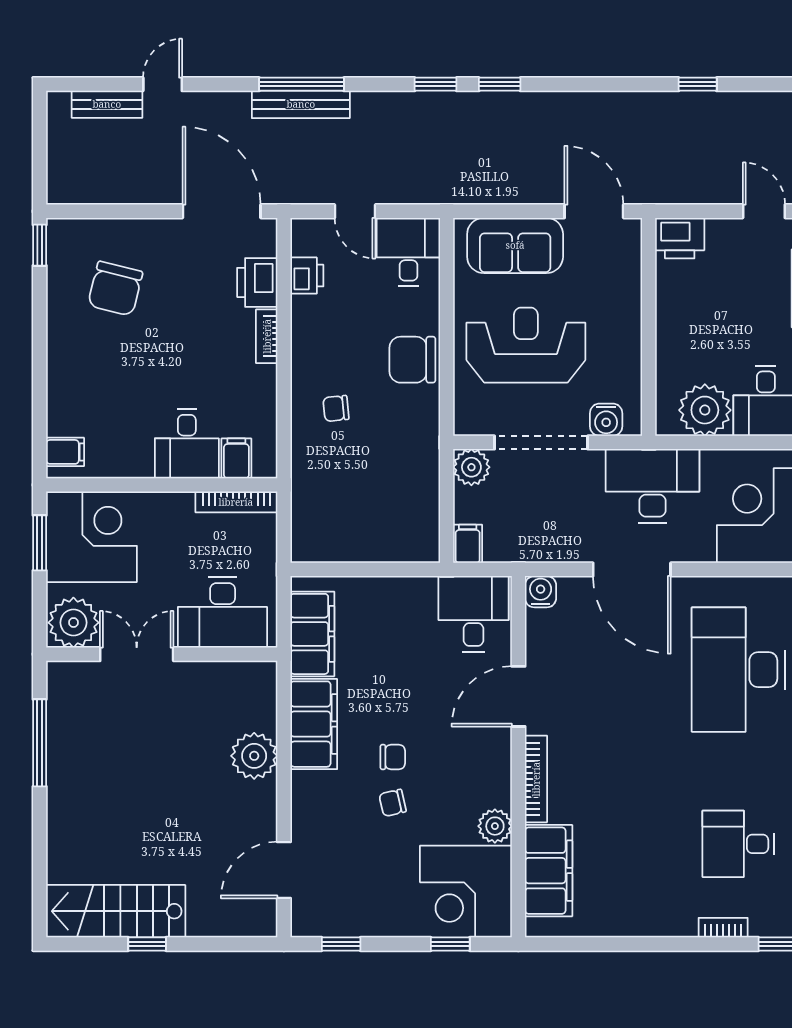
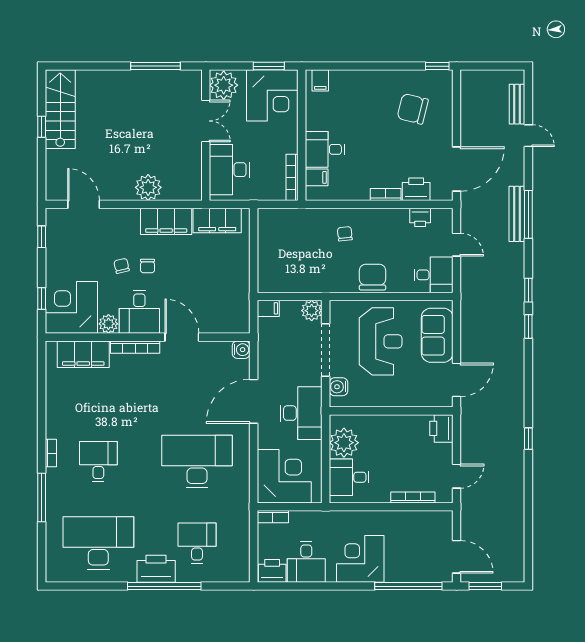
door: (355, 211) -> (457, 245), swing flipped
desk: (473, 614) -> (139, 312), moved, turned 90

